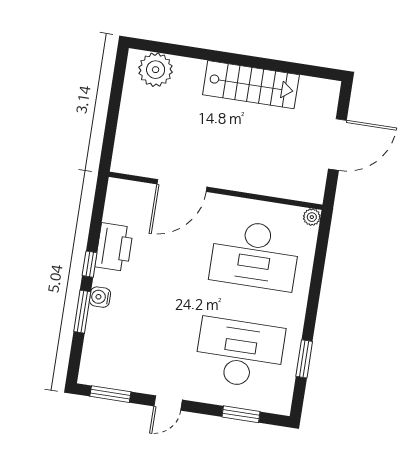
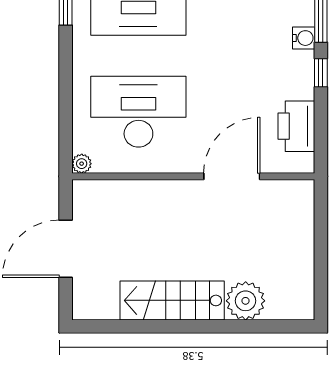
plant: (156, 70) -> (246, 301), moved
printer: (114, 247) -> (296, 126), moved

